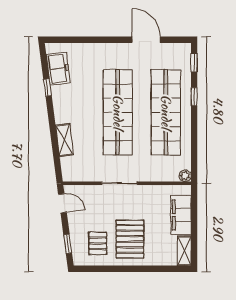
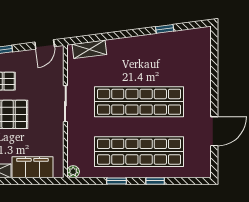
window: (194, 63) -> (116, 181), moved
freezer: (58, 69) -> (184, 40), removed
shelving: (65, 140) -> (89, 49), moved

